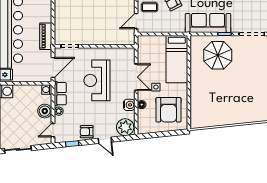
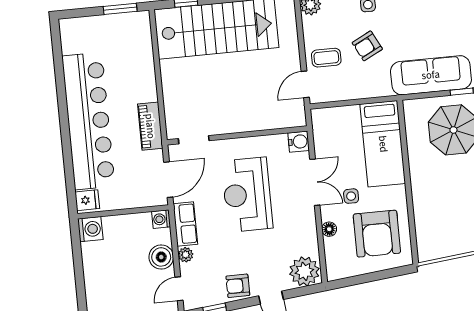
water cooler: (129, 105) -> (299, 142), moved

